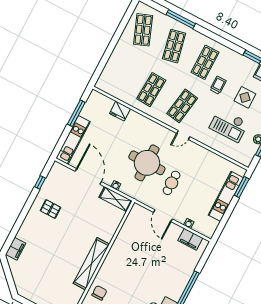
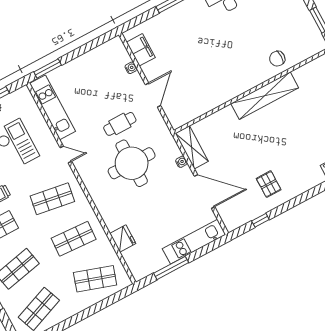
shop shelf: (120, 73) -> (95, 279), added
door: (183, 135) -> (66, 155), moved
door: (88, 176) -> (204, 191), swing flipped
kitchen unit: (226, 196) -> (53, 107), moved, turned -90

